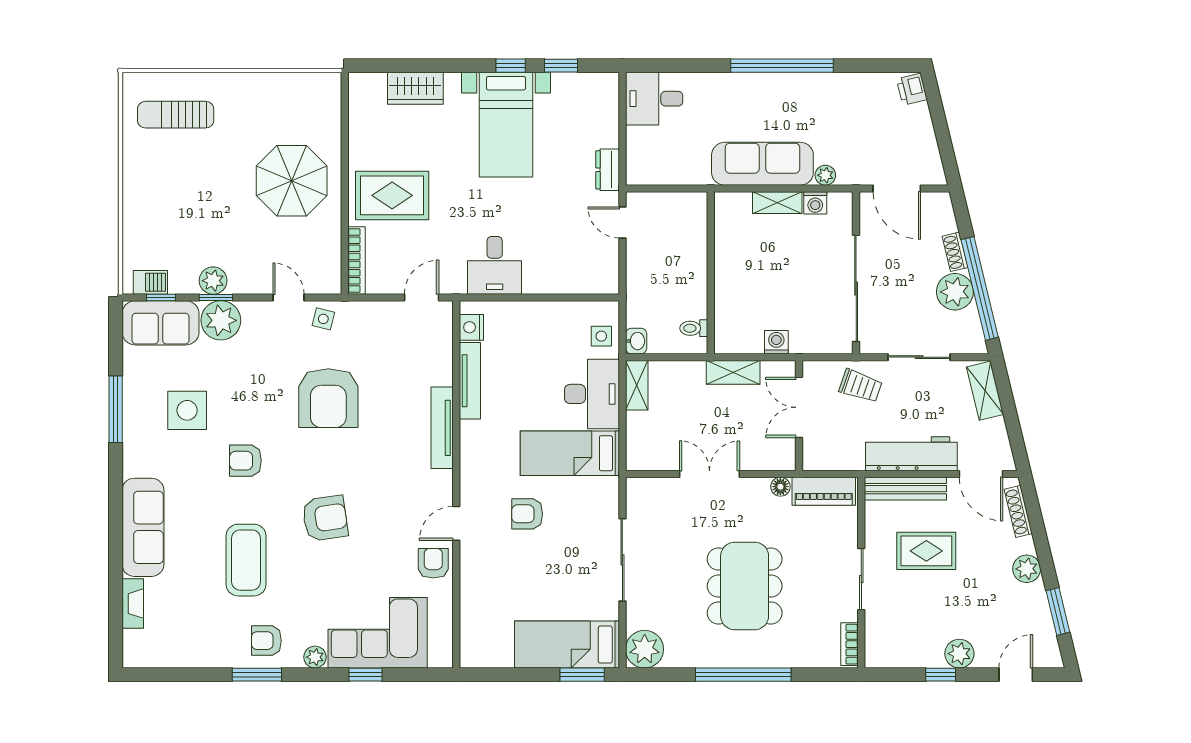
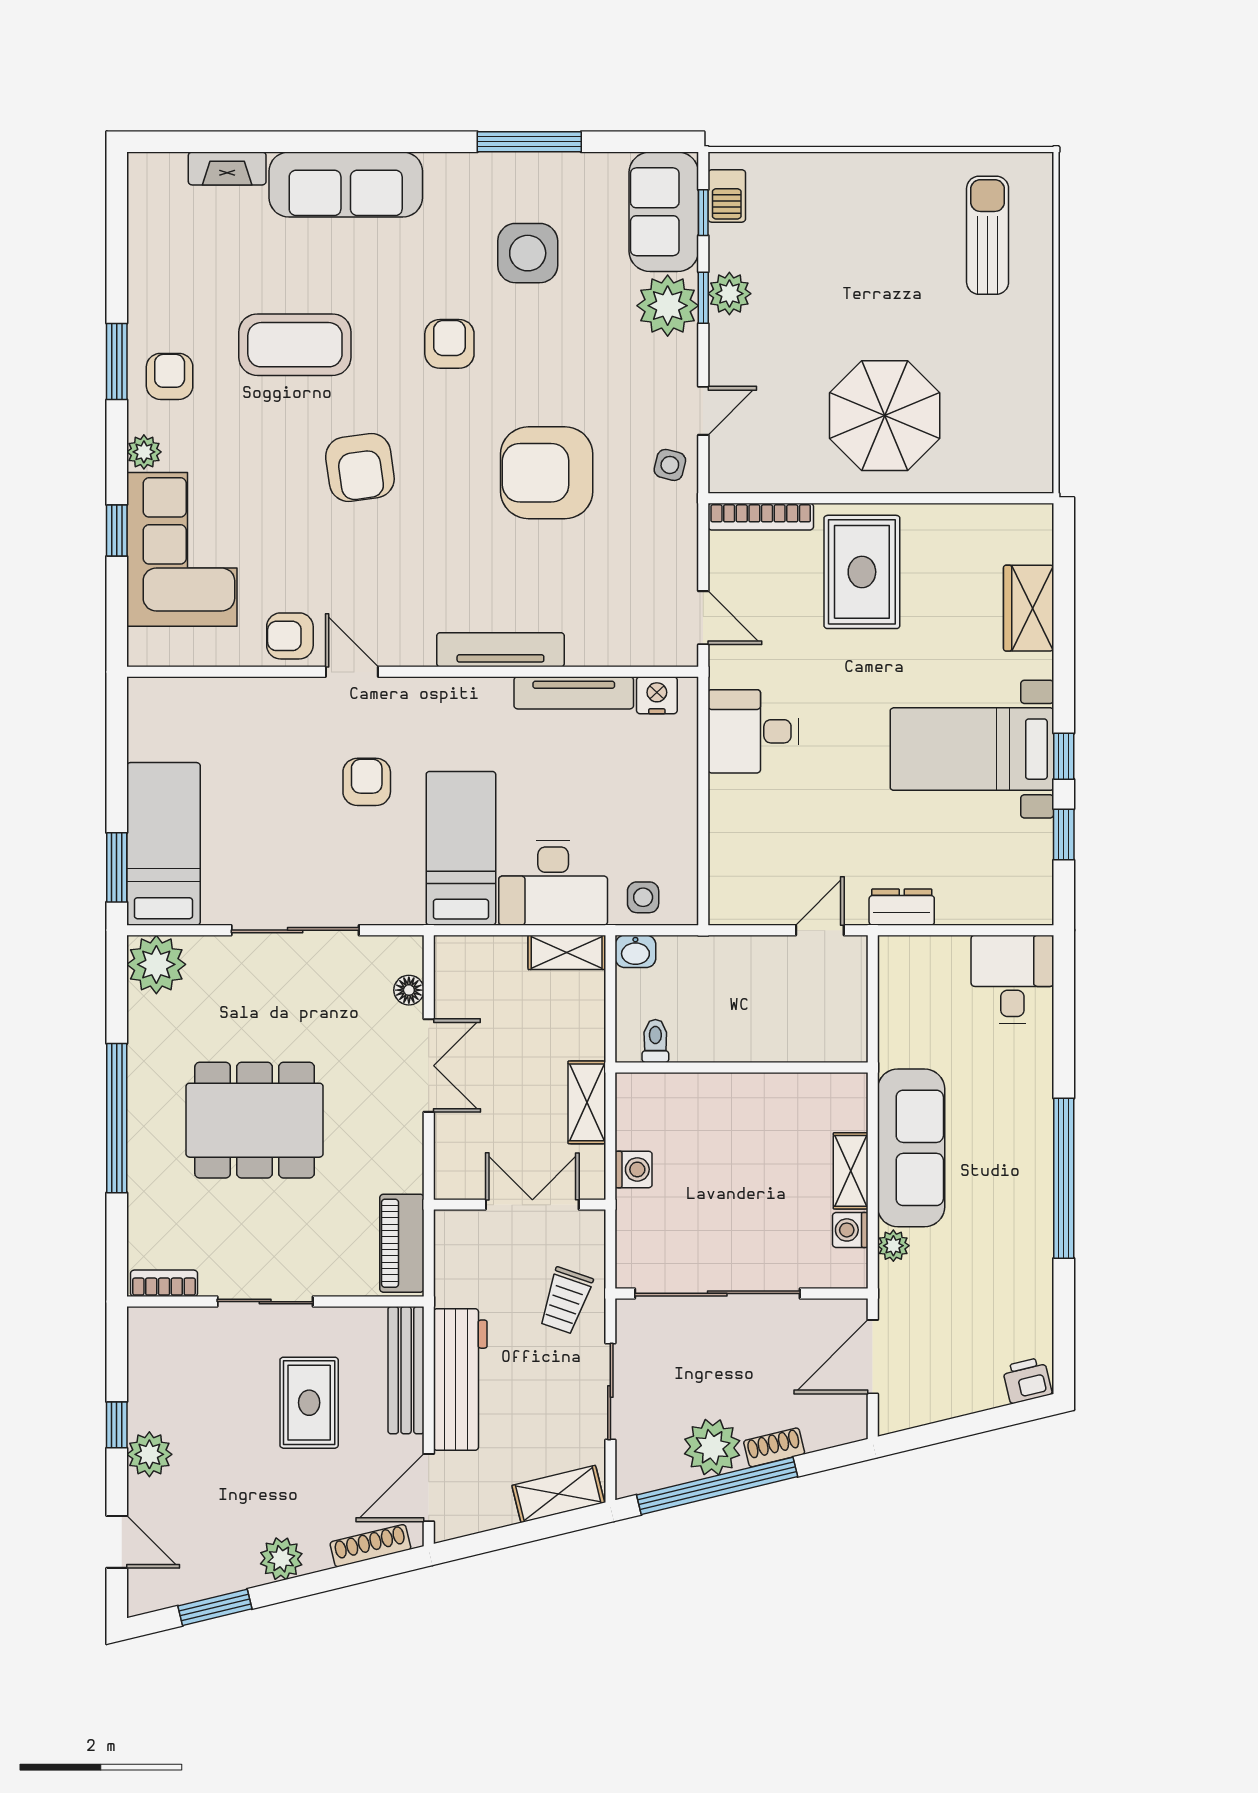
floor lamp: (780, 487) -> (409, 990), moved
armchair: (433, 563) -> (290, 636), turned 180

